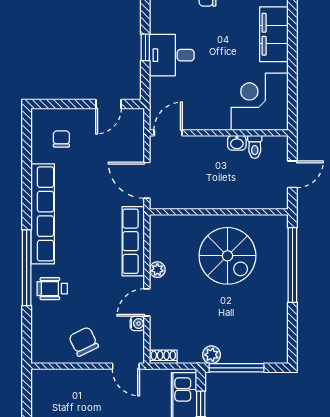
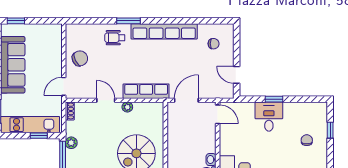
window: (27, 268) -> (129, 21), width x0.47
wheelchair: (52, 289) -> (115, 38), turned -90
water cooler: (137, 323) -> (92, 94), removed

